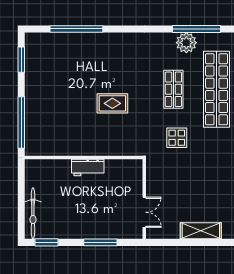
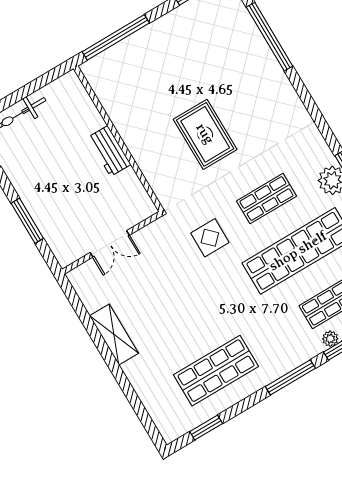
rug: (112, 103) -> (205, 134), width x1.36, depth x1.43
double door: (144, 212) -> (110, 244), moved

